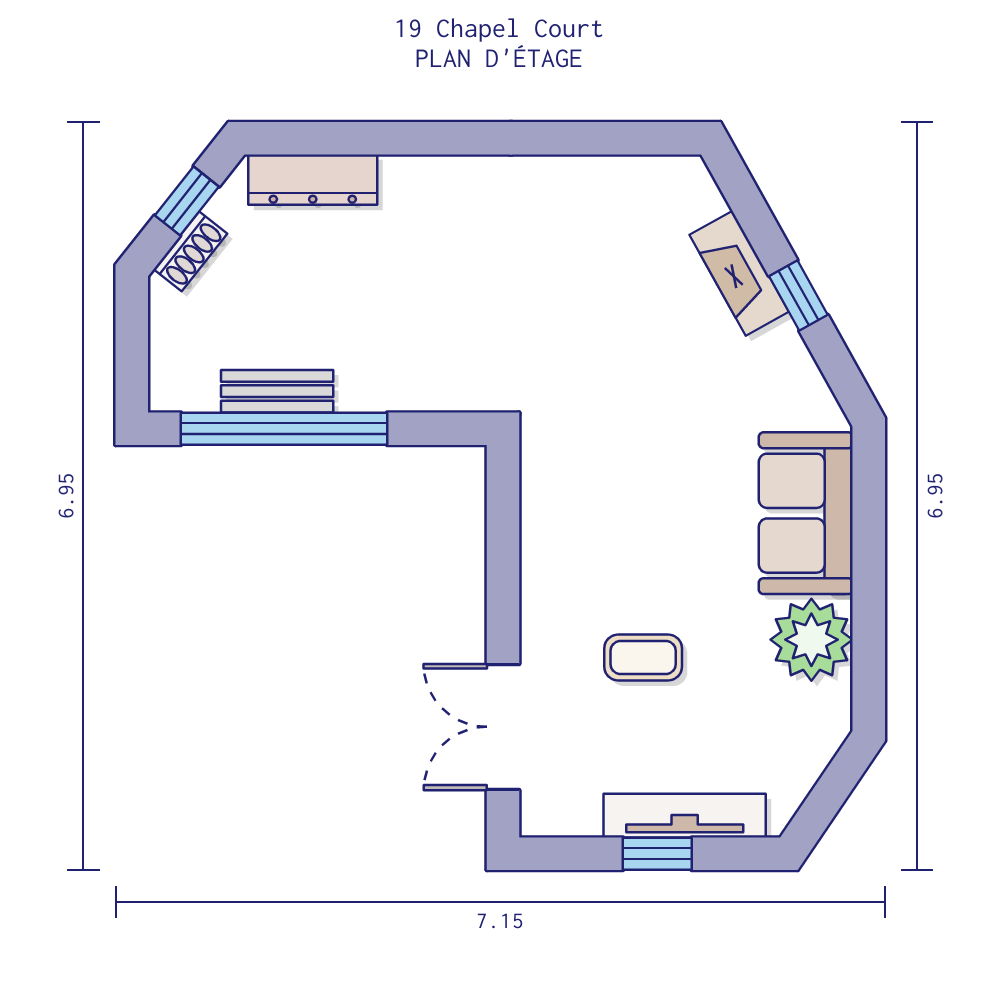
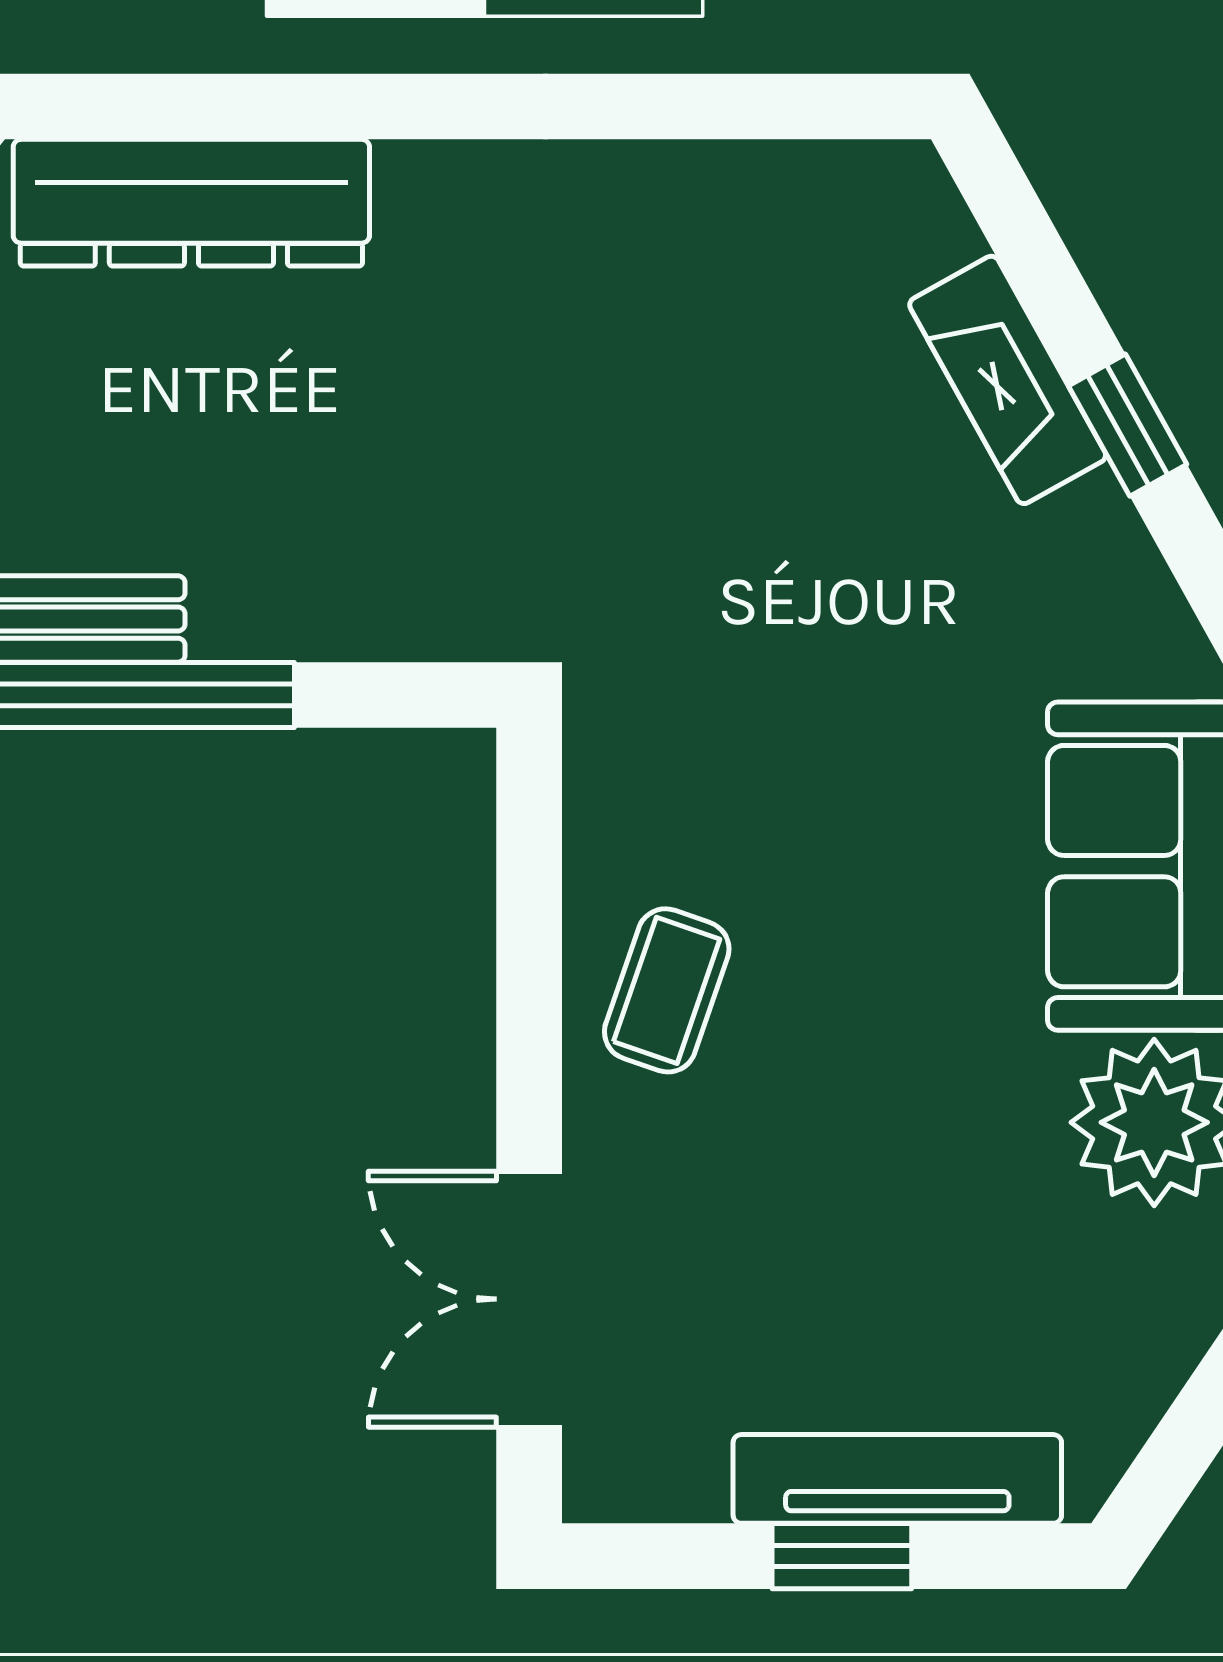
dresser: (313, 180) -> (191, 203), width x1.37, depth x1.24
coffee table: (643, 657) -> (667, 990), moved, turned -71

